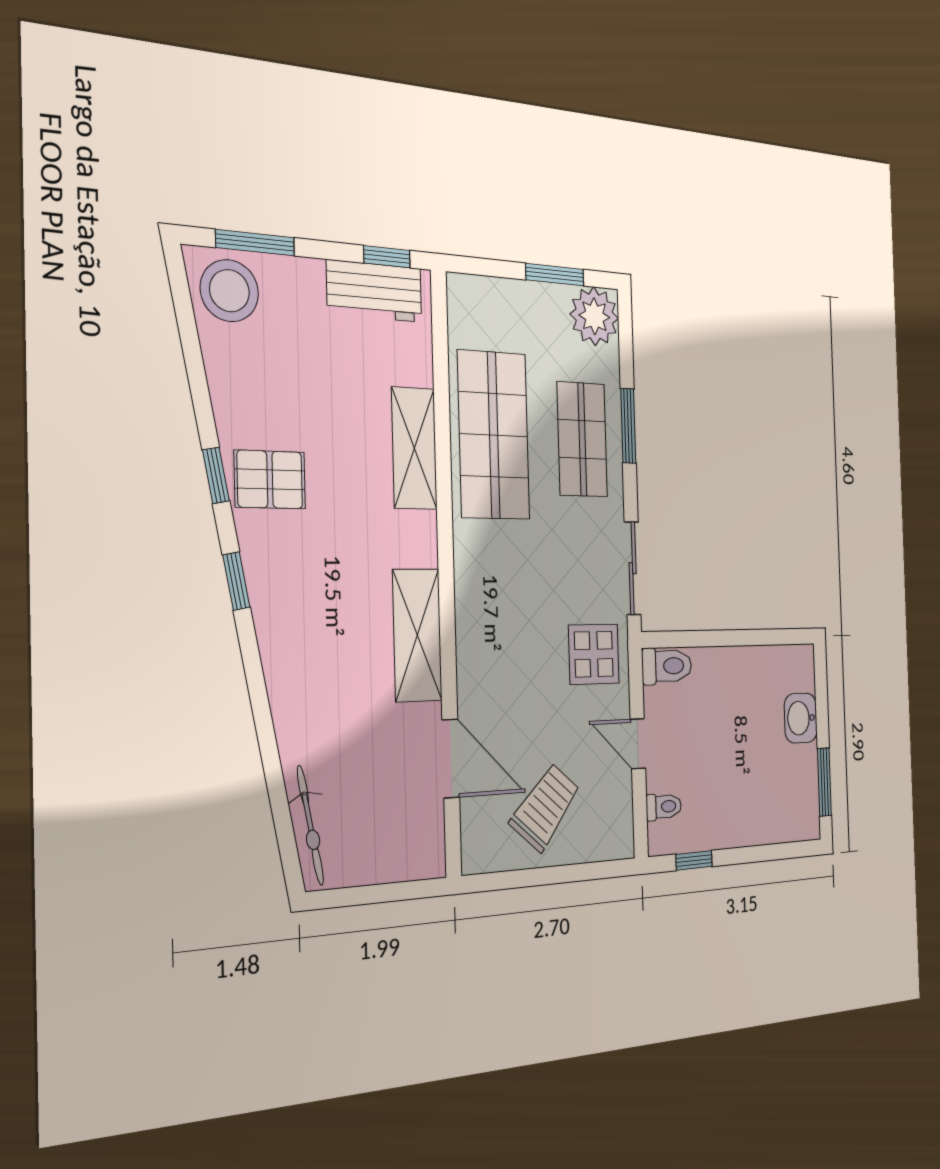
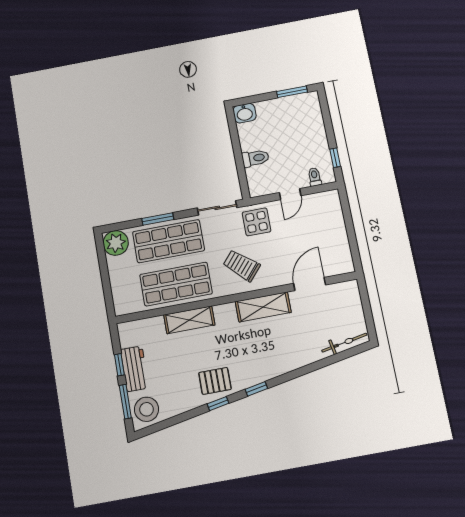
window: (387, 257) -> (119, 365), moved
window: (555, 275) -> (103, 265), removed
workbench: (374, 291) -> (135, 369), moved
shop shelf: (582, 439) -> (168, 241), width x1.43, depth x1.36
pallet: (270, 479) -> (215, 381), turned 90
toilet: (667, 666) -> (255, 158), moved, turned 90
washbasin: (801, 718) -> (245, 113), moved
trolley: (545, 807) -> (242, 265), moved

